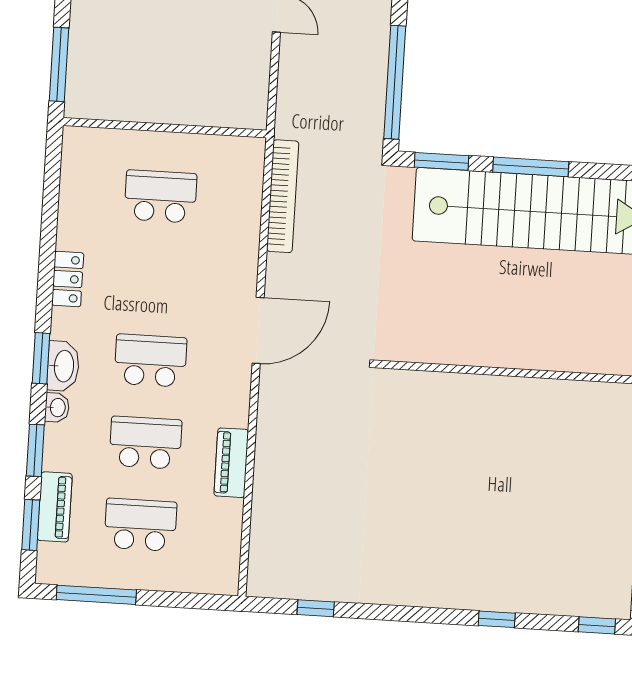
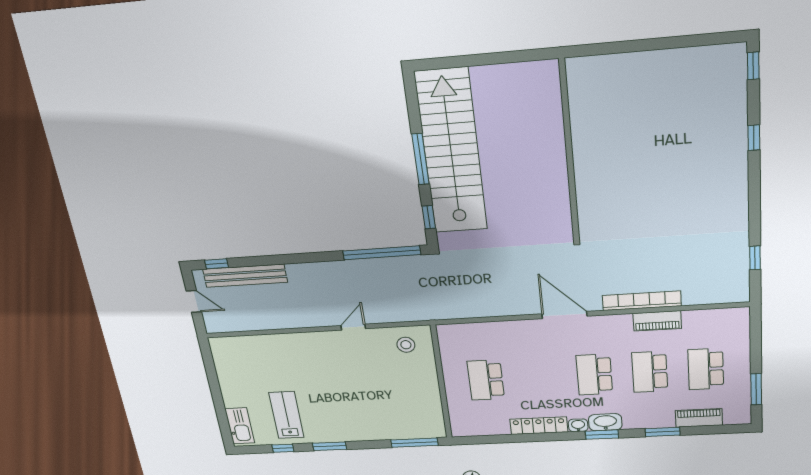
stool: (237, 87) -> (406, 345), added
window: (441, 161) -> (429, 217), width x0.67
bookcase: (283, 196) -> (642, 301), moved
locker: (68, 279) -> (539, 426), width x1.53
washbasin: (57, 408) -> (578, 425), moved
window: (31, 525) -> (712, 430), removed
window: (96, 595) -> (756, 389), width x0.69

